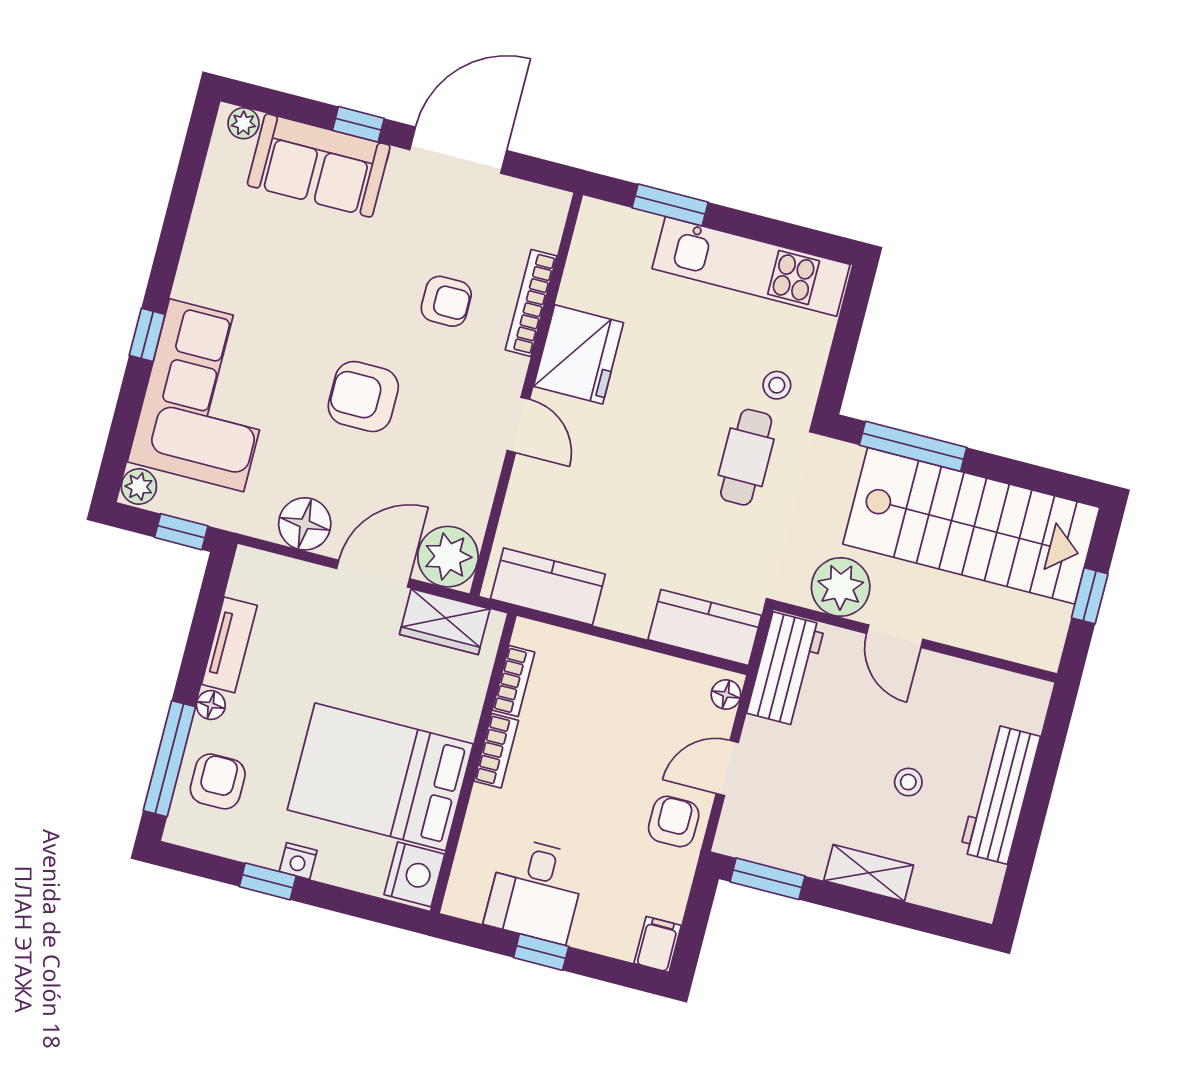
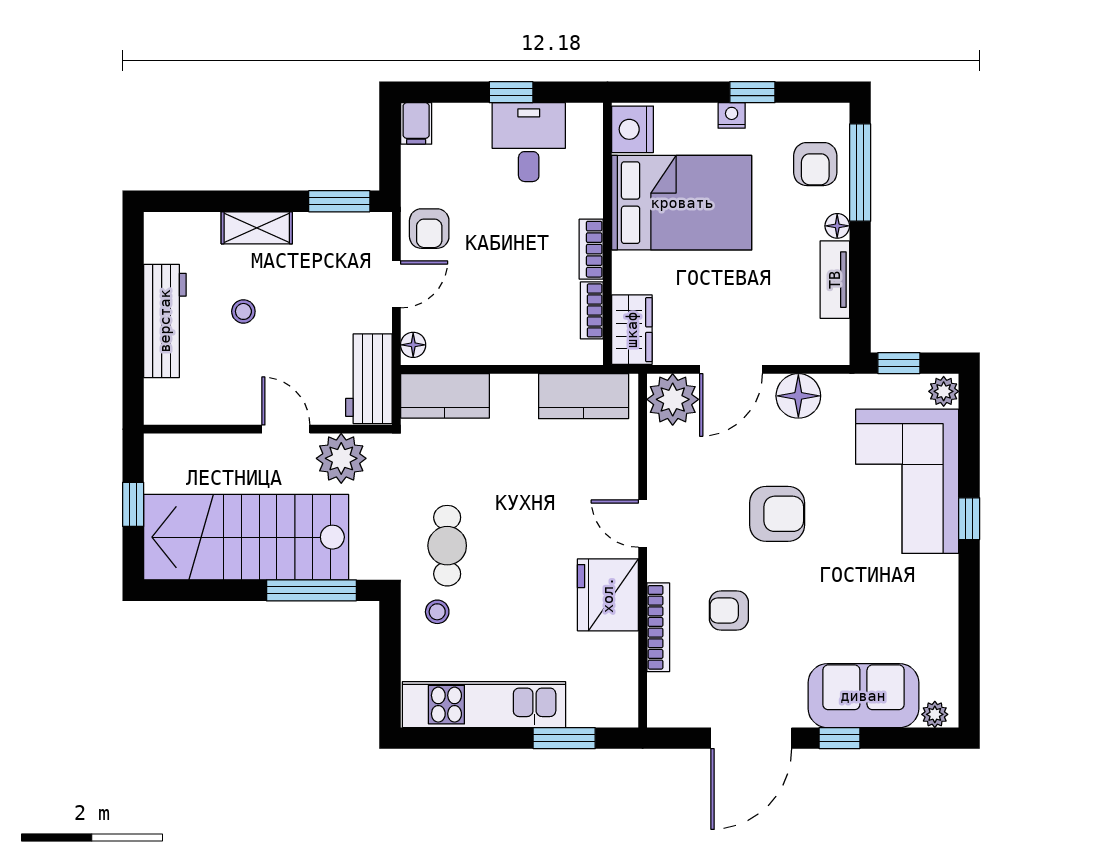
wardrobe: (445, 622) -> (632, 330), moved, turned 90

